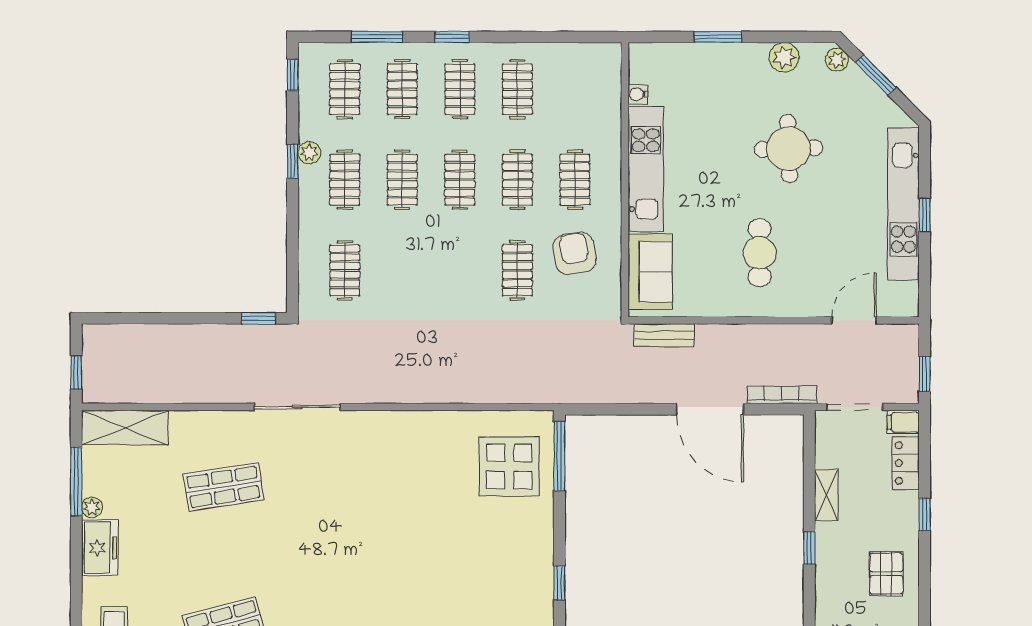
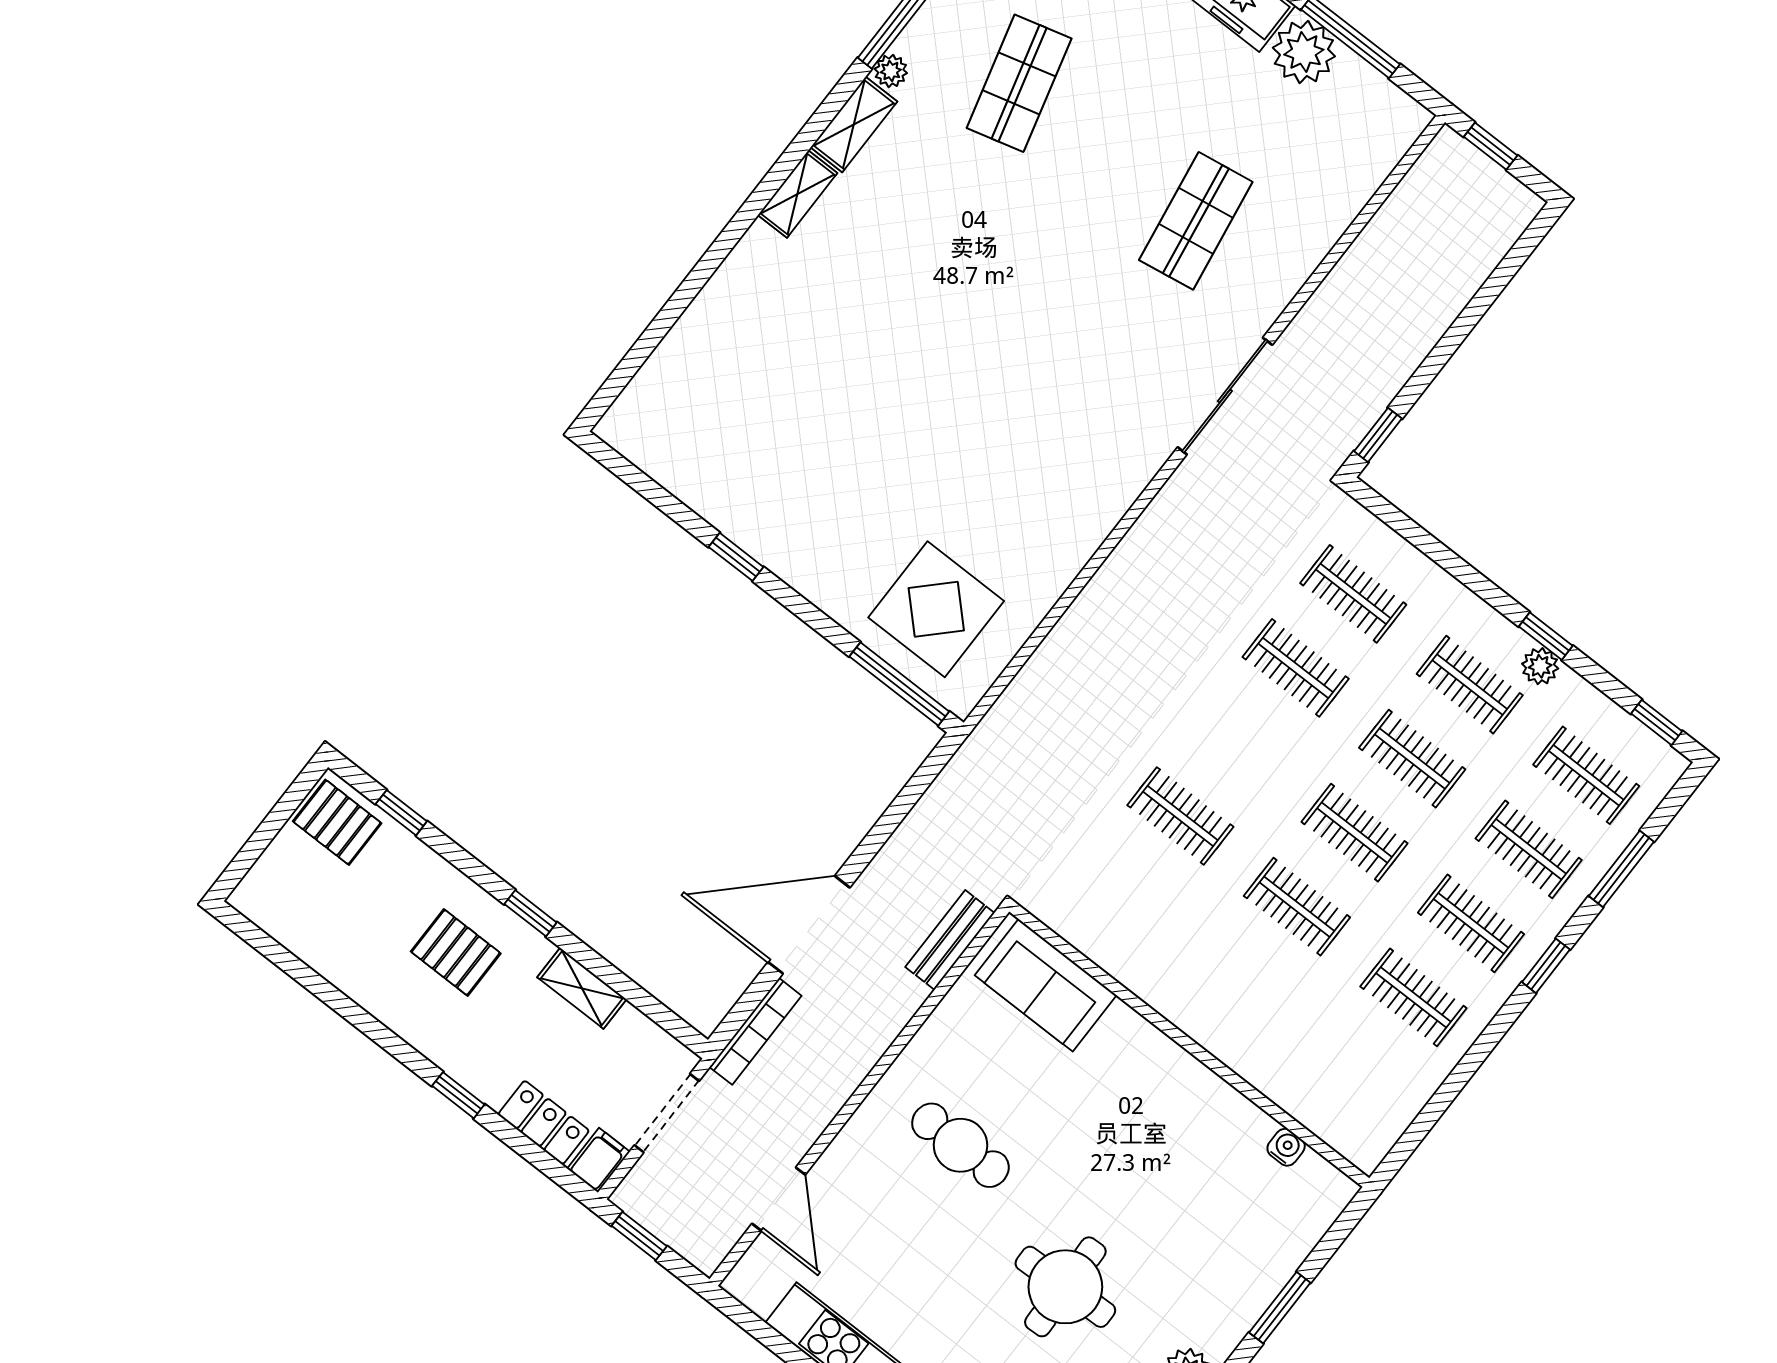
kitchen unit: (646, 169) -> (1182, 1083), removed
clothes rail: (575, 180) -> (1296, 668), moved
armchair: (575, 253) -> (1145, 907), removed
shelving: (125, 427) -> (1371, 154), removed
plant: (92, 507) -> (1304, 52), width x1.88, depth x1.88
pallet: (886, 574) -> (456, 952), moved

